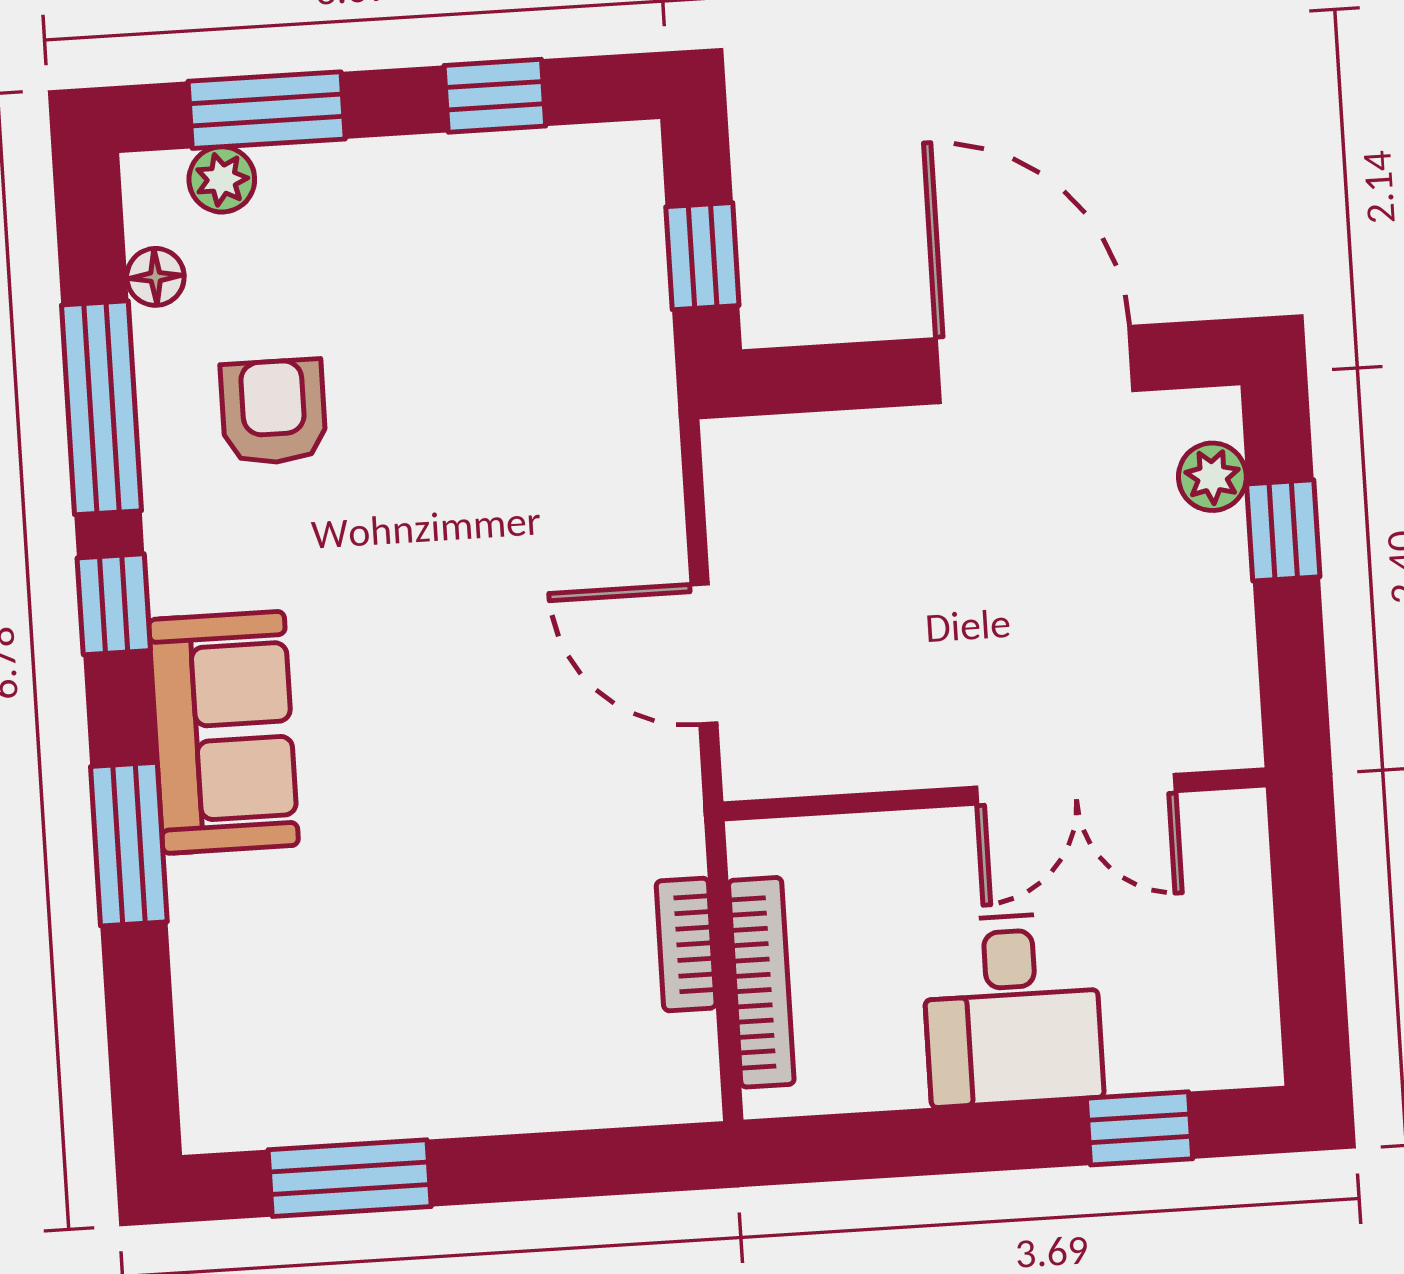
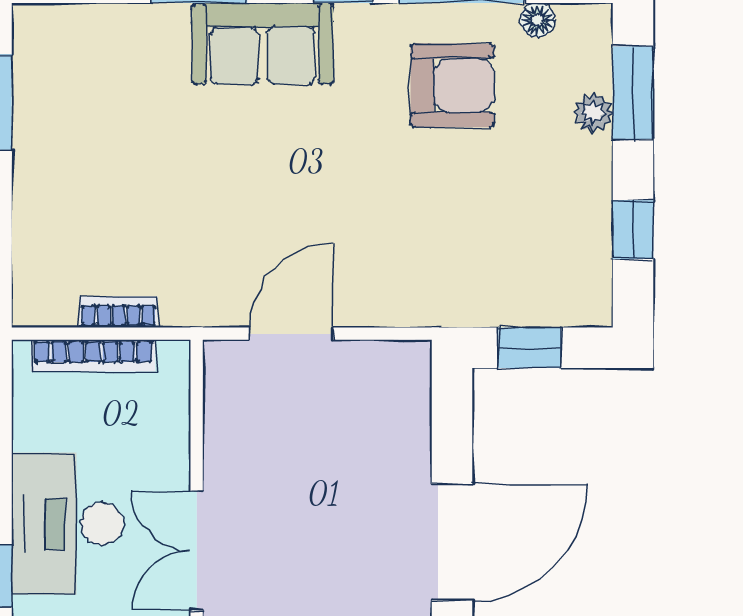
plant: (222, 179) -> (593, 113), moved
armchair: (273, 412) -> (452, 85), width x1.38, depth x1.38
desk: (1012, 1009) -> (67, 524), width x1.37

